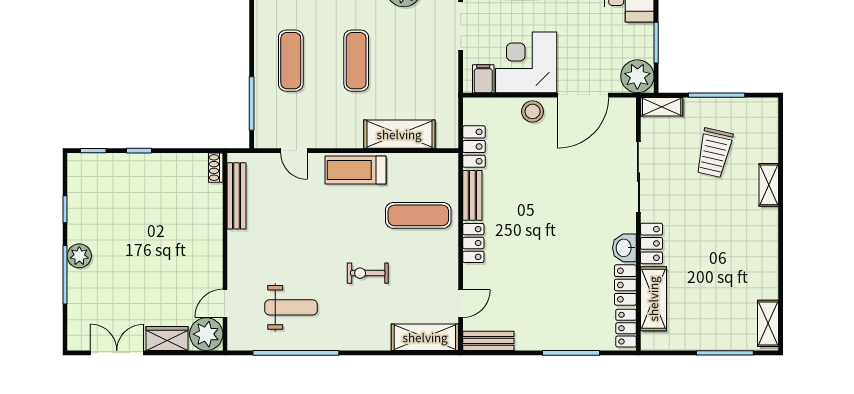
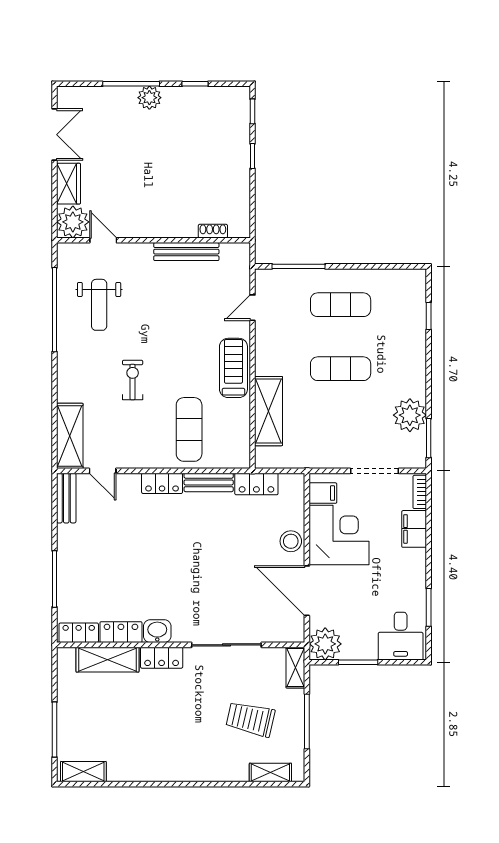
shoe rack: (216, 168) -> (213, 231), moved
shelving: (769, 185) -> (270, 772), moved
bench: (237, 196) -> (186, 252), moved

